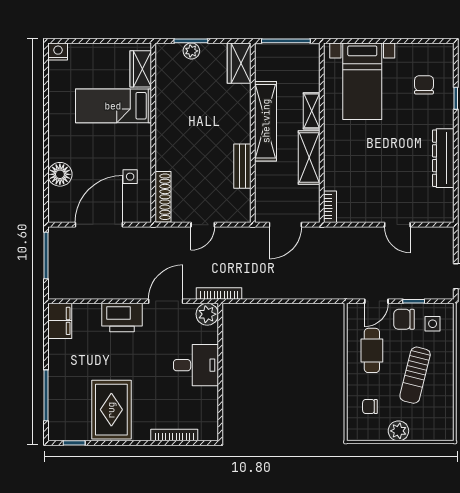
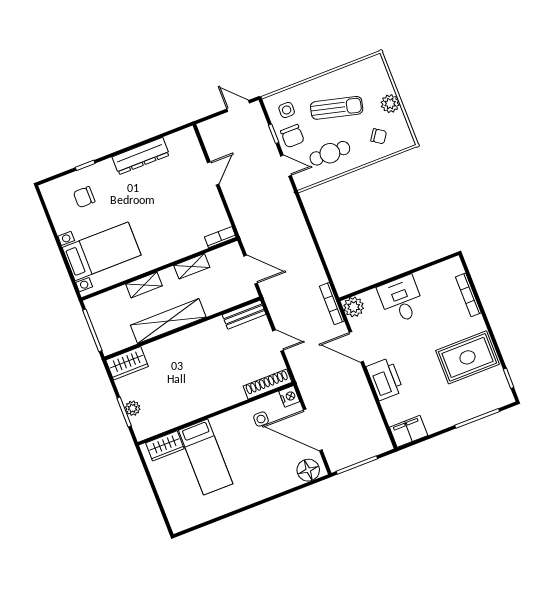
nightstand: (58, 51) -> (289, 396), moved, turned 180
shelving: (309, 158) -> (192, 266), width x0.67, depth x0.75
bench: (242, 166) -> (244, 315), moved
floor lamp: (60, 174) -> (308, 470), moved
chair: (370, 407) -> (379, 136), turned -56

